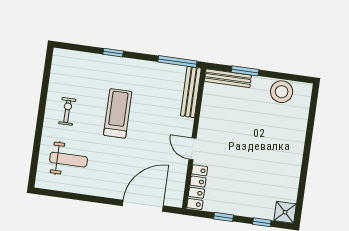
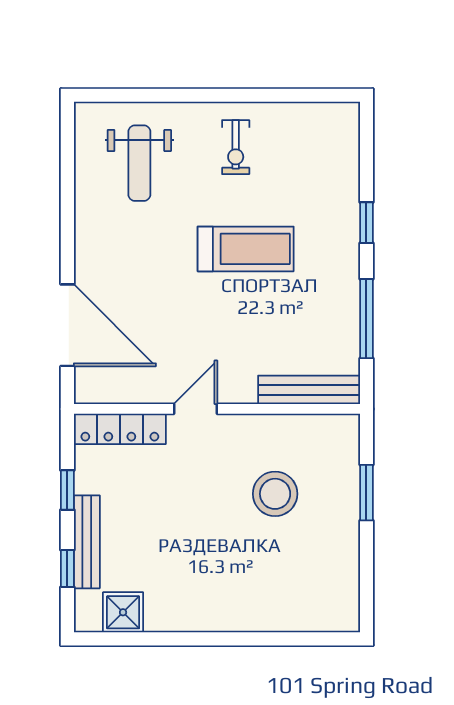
window: (177, 62) -> (366, 319), moved
bench: (228, 78) -> (87, 542), moved
stool: (282, 92) -> (275, 494), moved
exercise bike: (67, 111) -> (236, 147), turned 90
shower: (285, 212) -> (123, 612), moved

